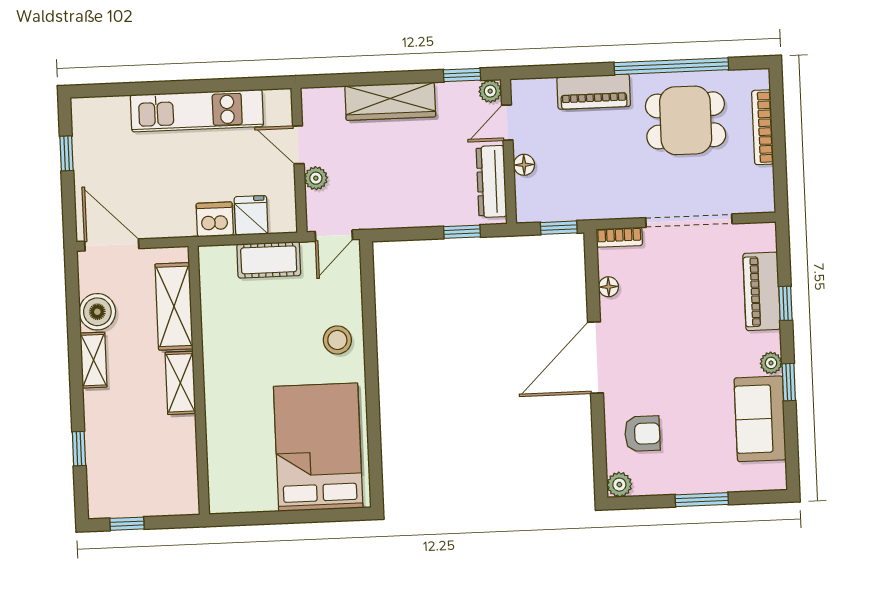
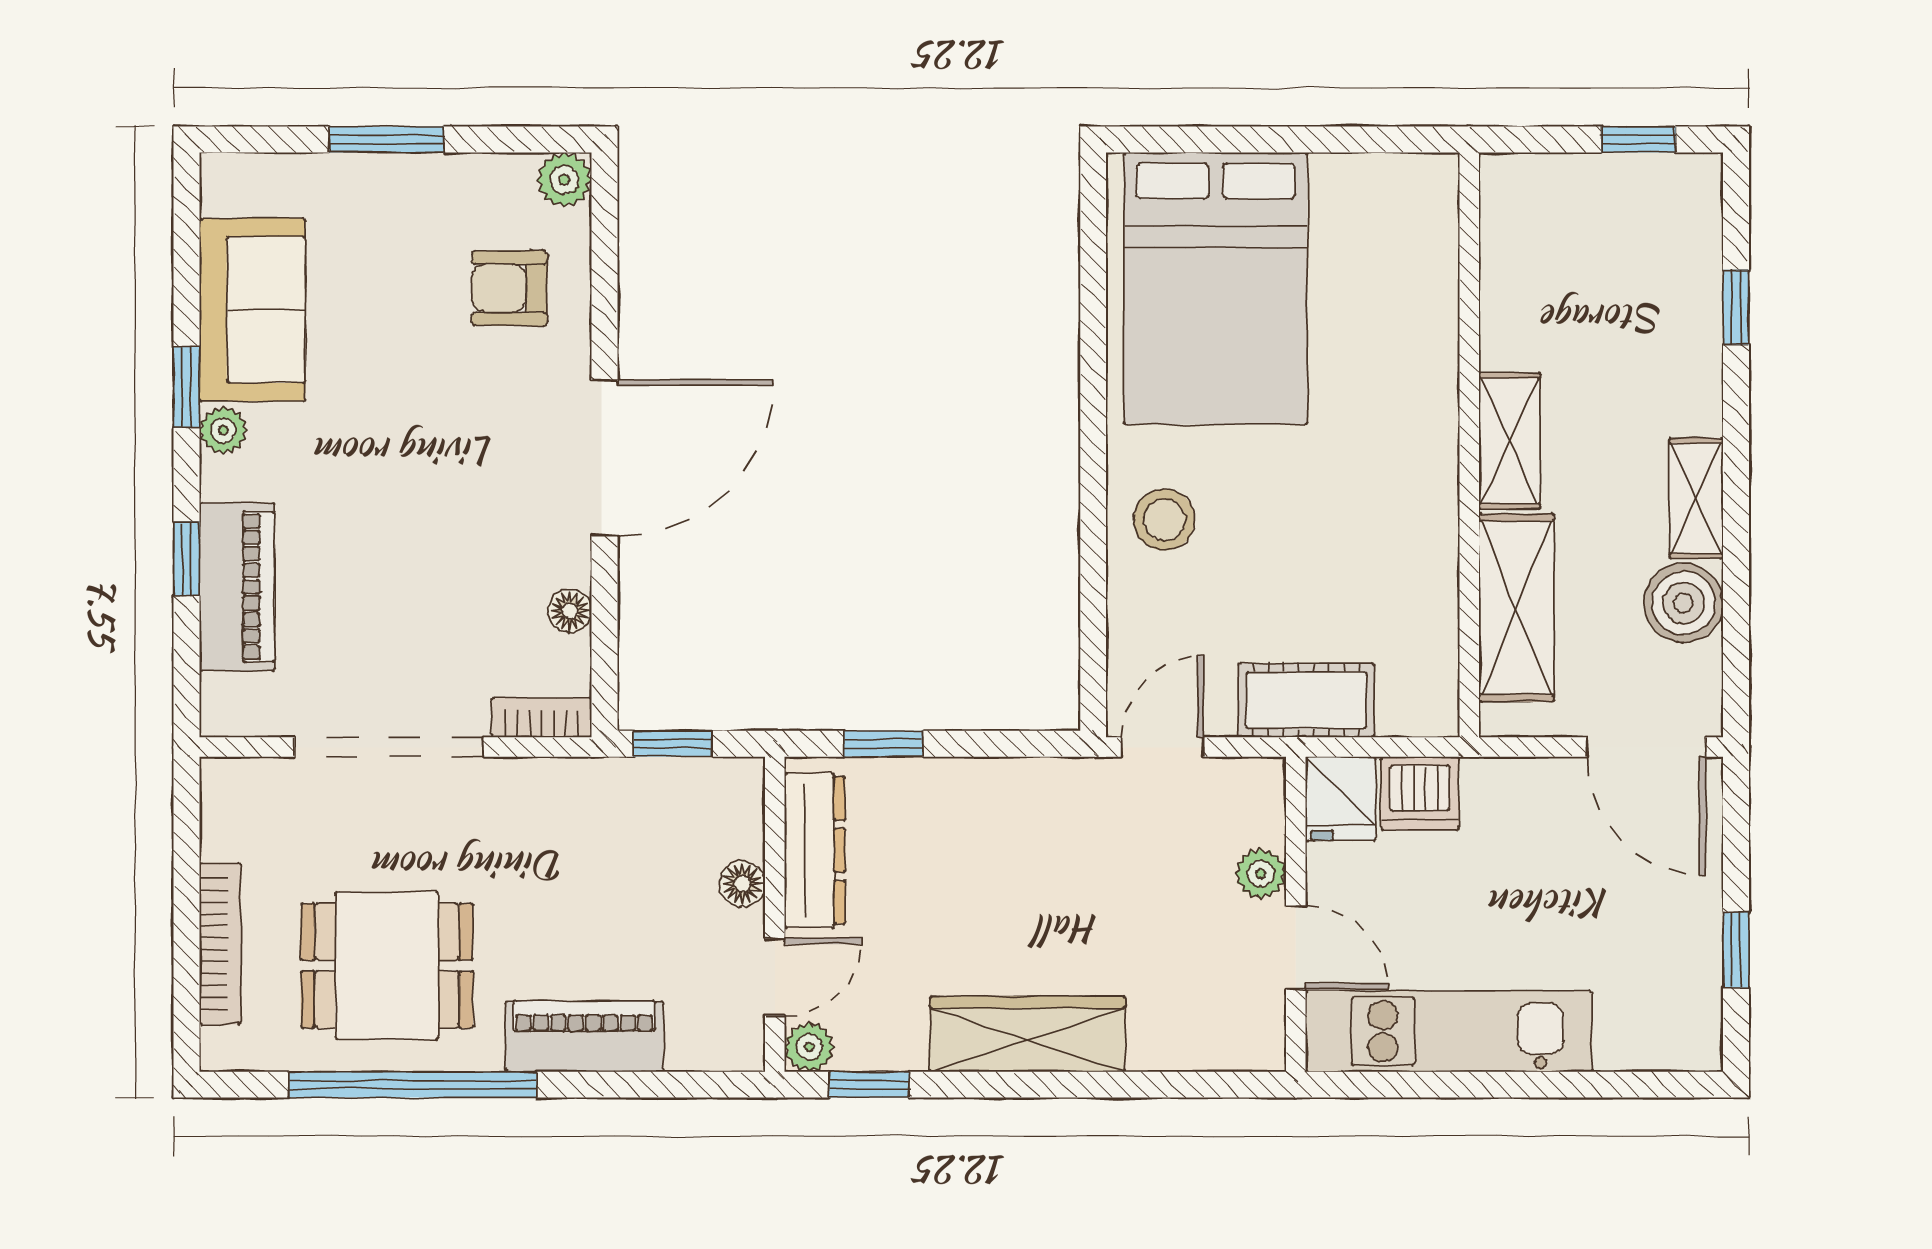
door: (298, 145) -> (1296, 948), moved
wall: (299, 160) -> (1296, 914), moved
plant: (316, 178) -> (1261, 874), moved

